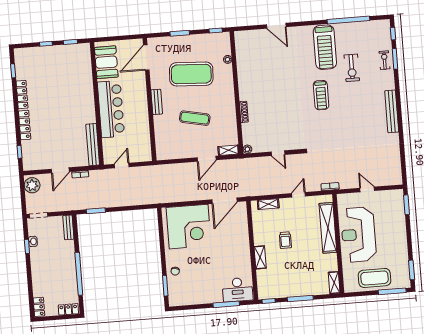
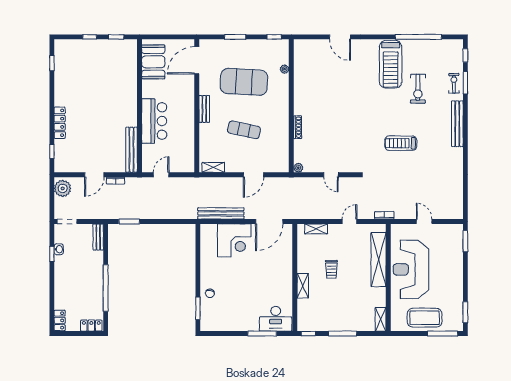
locker: (22, 95) -> (59, 90), removed
treadmill: (321, 95) -> (401, 143), moved, turned 90
bar counter: (111, 109) -> (154, 121), width x0.73
bench: (392, 111) -> (457, 124), moved
shelving: (229, 150) -> (213, 167), moved
bench: (179, 197) -> (221, 213), added
corner desk: (189, 227) -> (234, 240), width x0.74, depth x0.74

